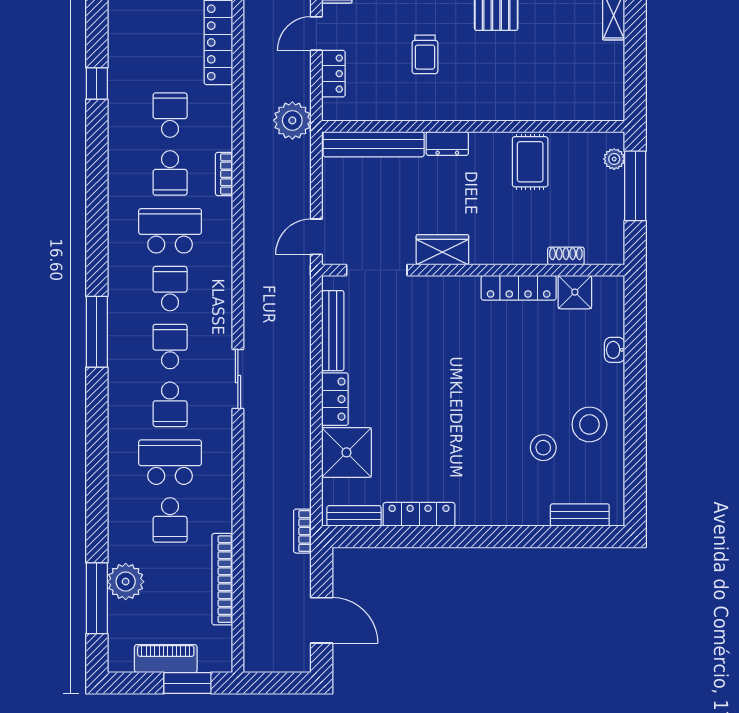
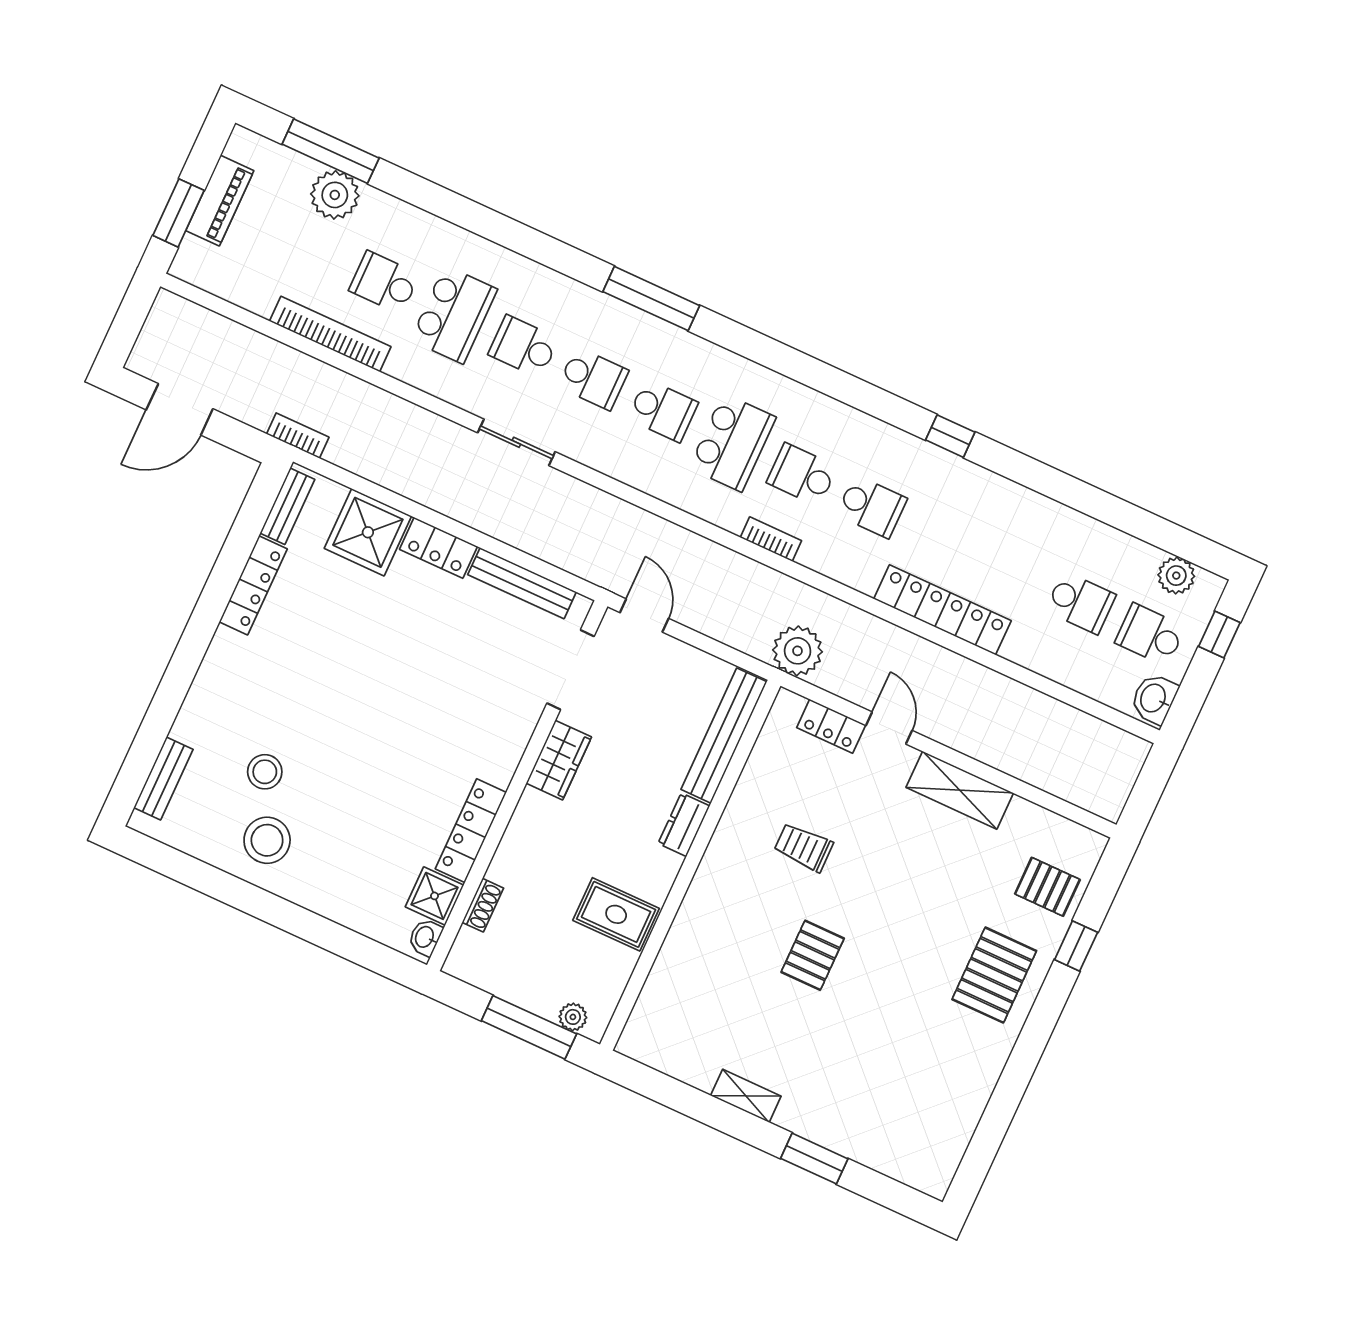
washbasin: (615, 350) -> (425, 937), moved, turned -90
bookcase: (222, 579) -> (330, 334), moved

